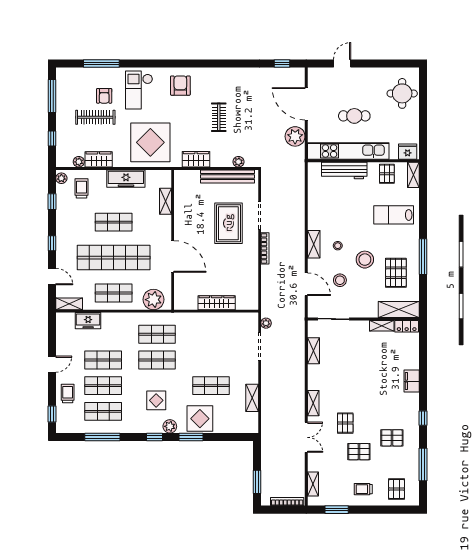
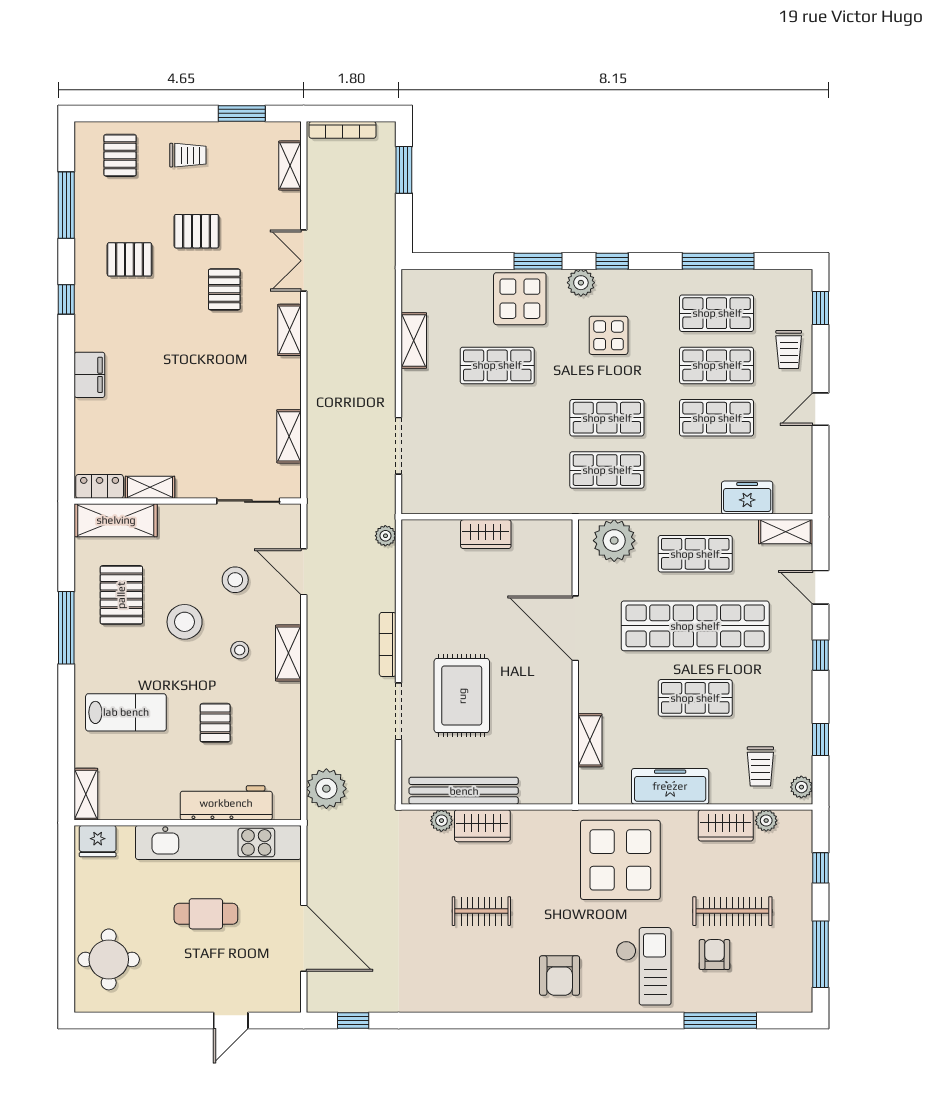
clothes rail: (219, 117) -> (481, 911), turned 90
plant: (295, 136) -> (326, 789), moved
wardrobe: (196, 159) -> (482, 826), moved
pallet: (387, 174) -> (215, 723), moved
wardrobe: (217, 303) -> (486, 534), width x0.67
plant: (266, 323) -> (385, 536), moved

